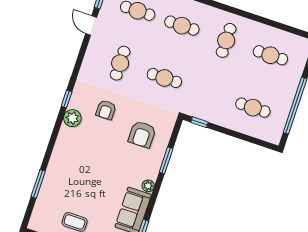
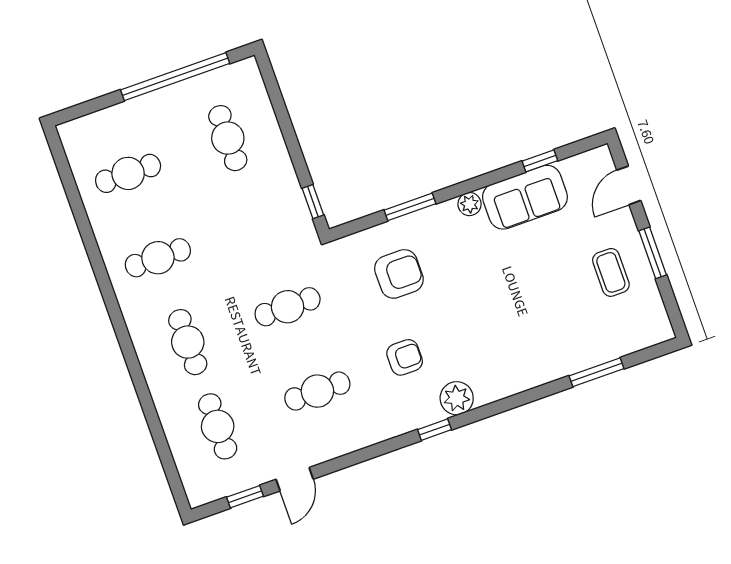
cafe table: (270, 55) -> (128, 173), turned 90
cafe table: (164, 78) -> (288, 307), turned 90

